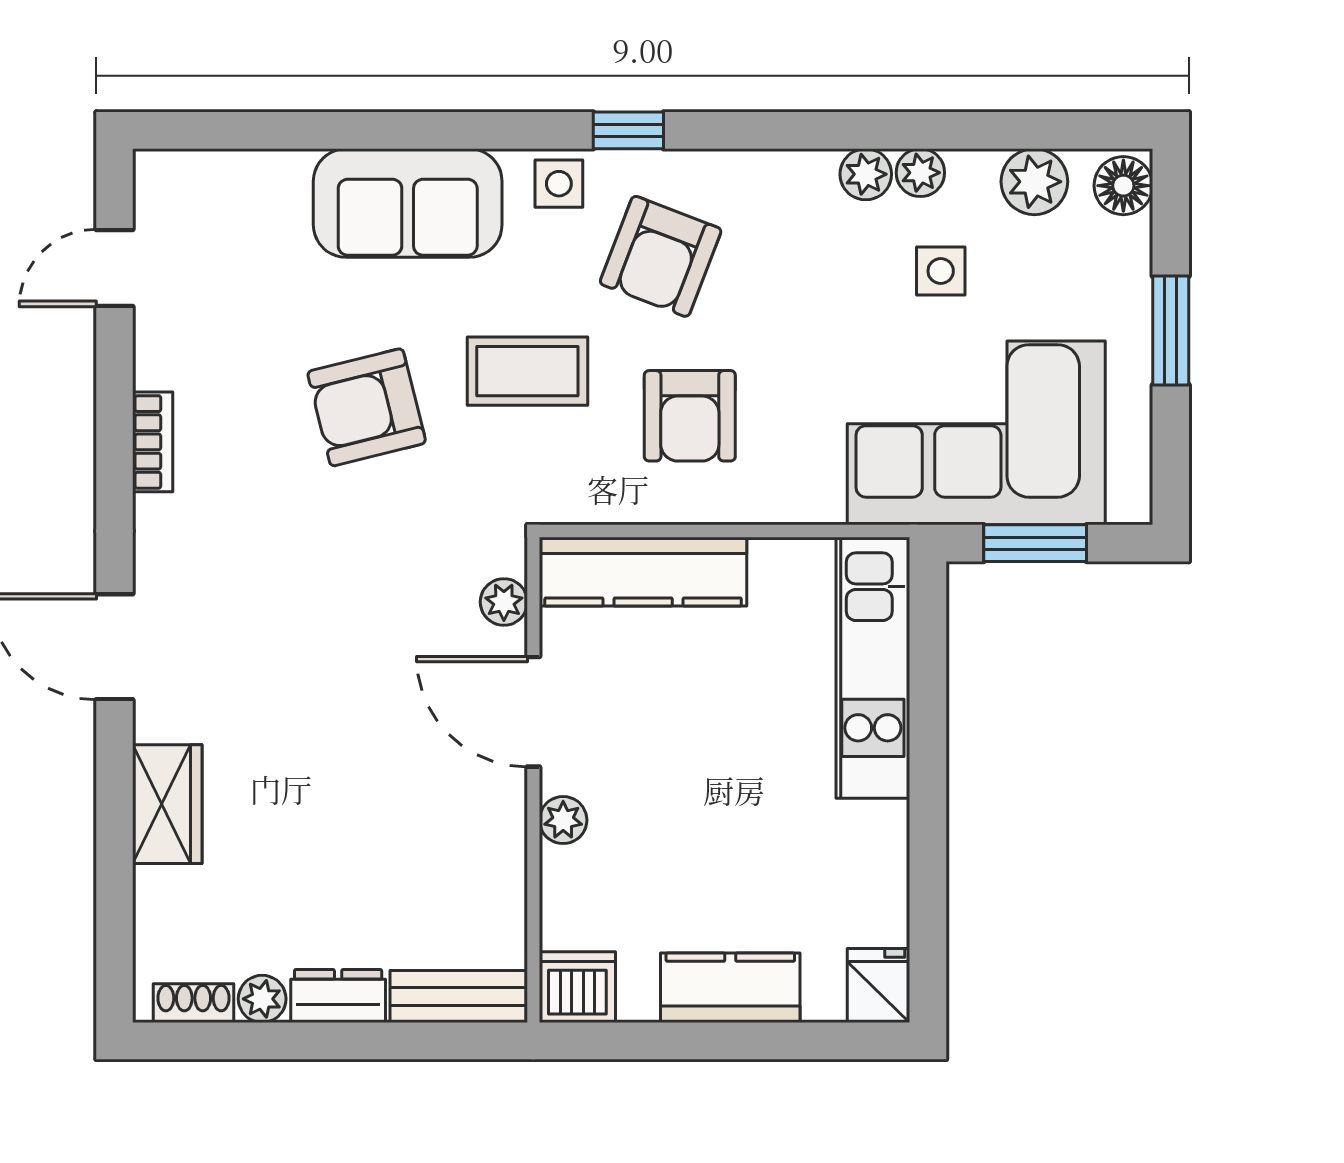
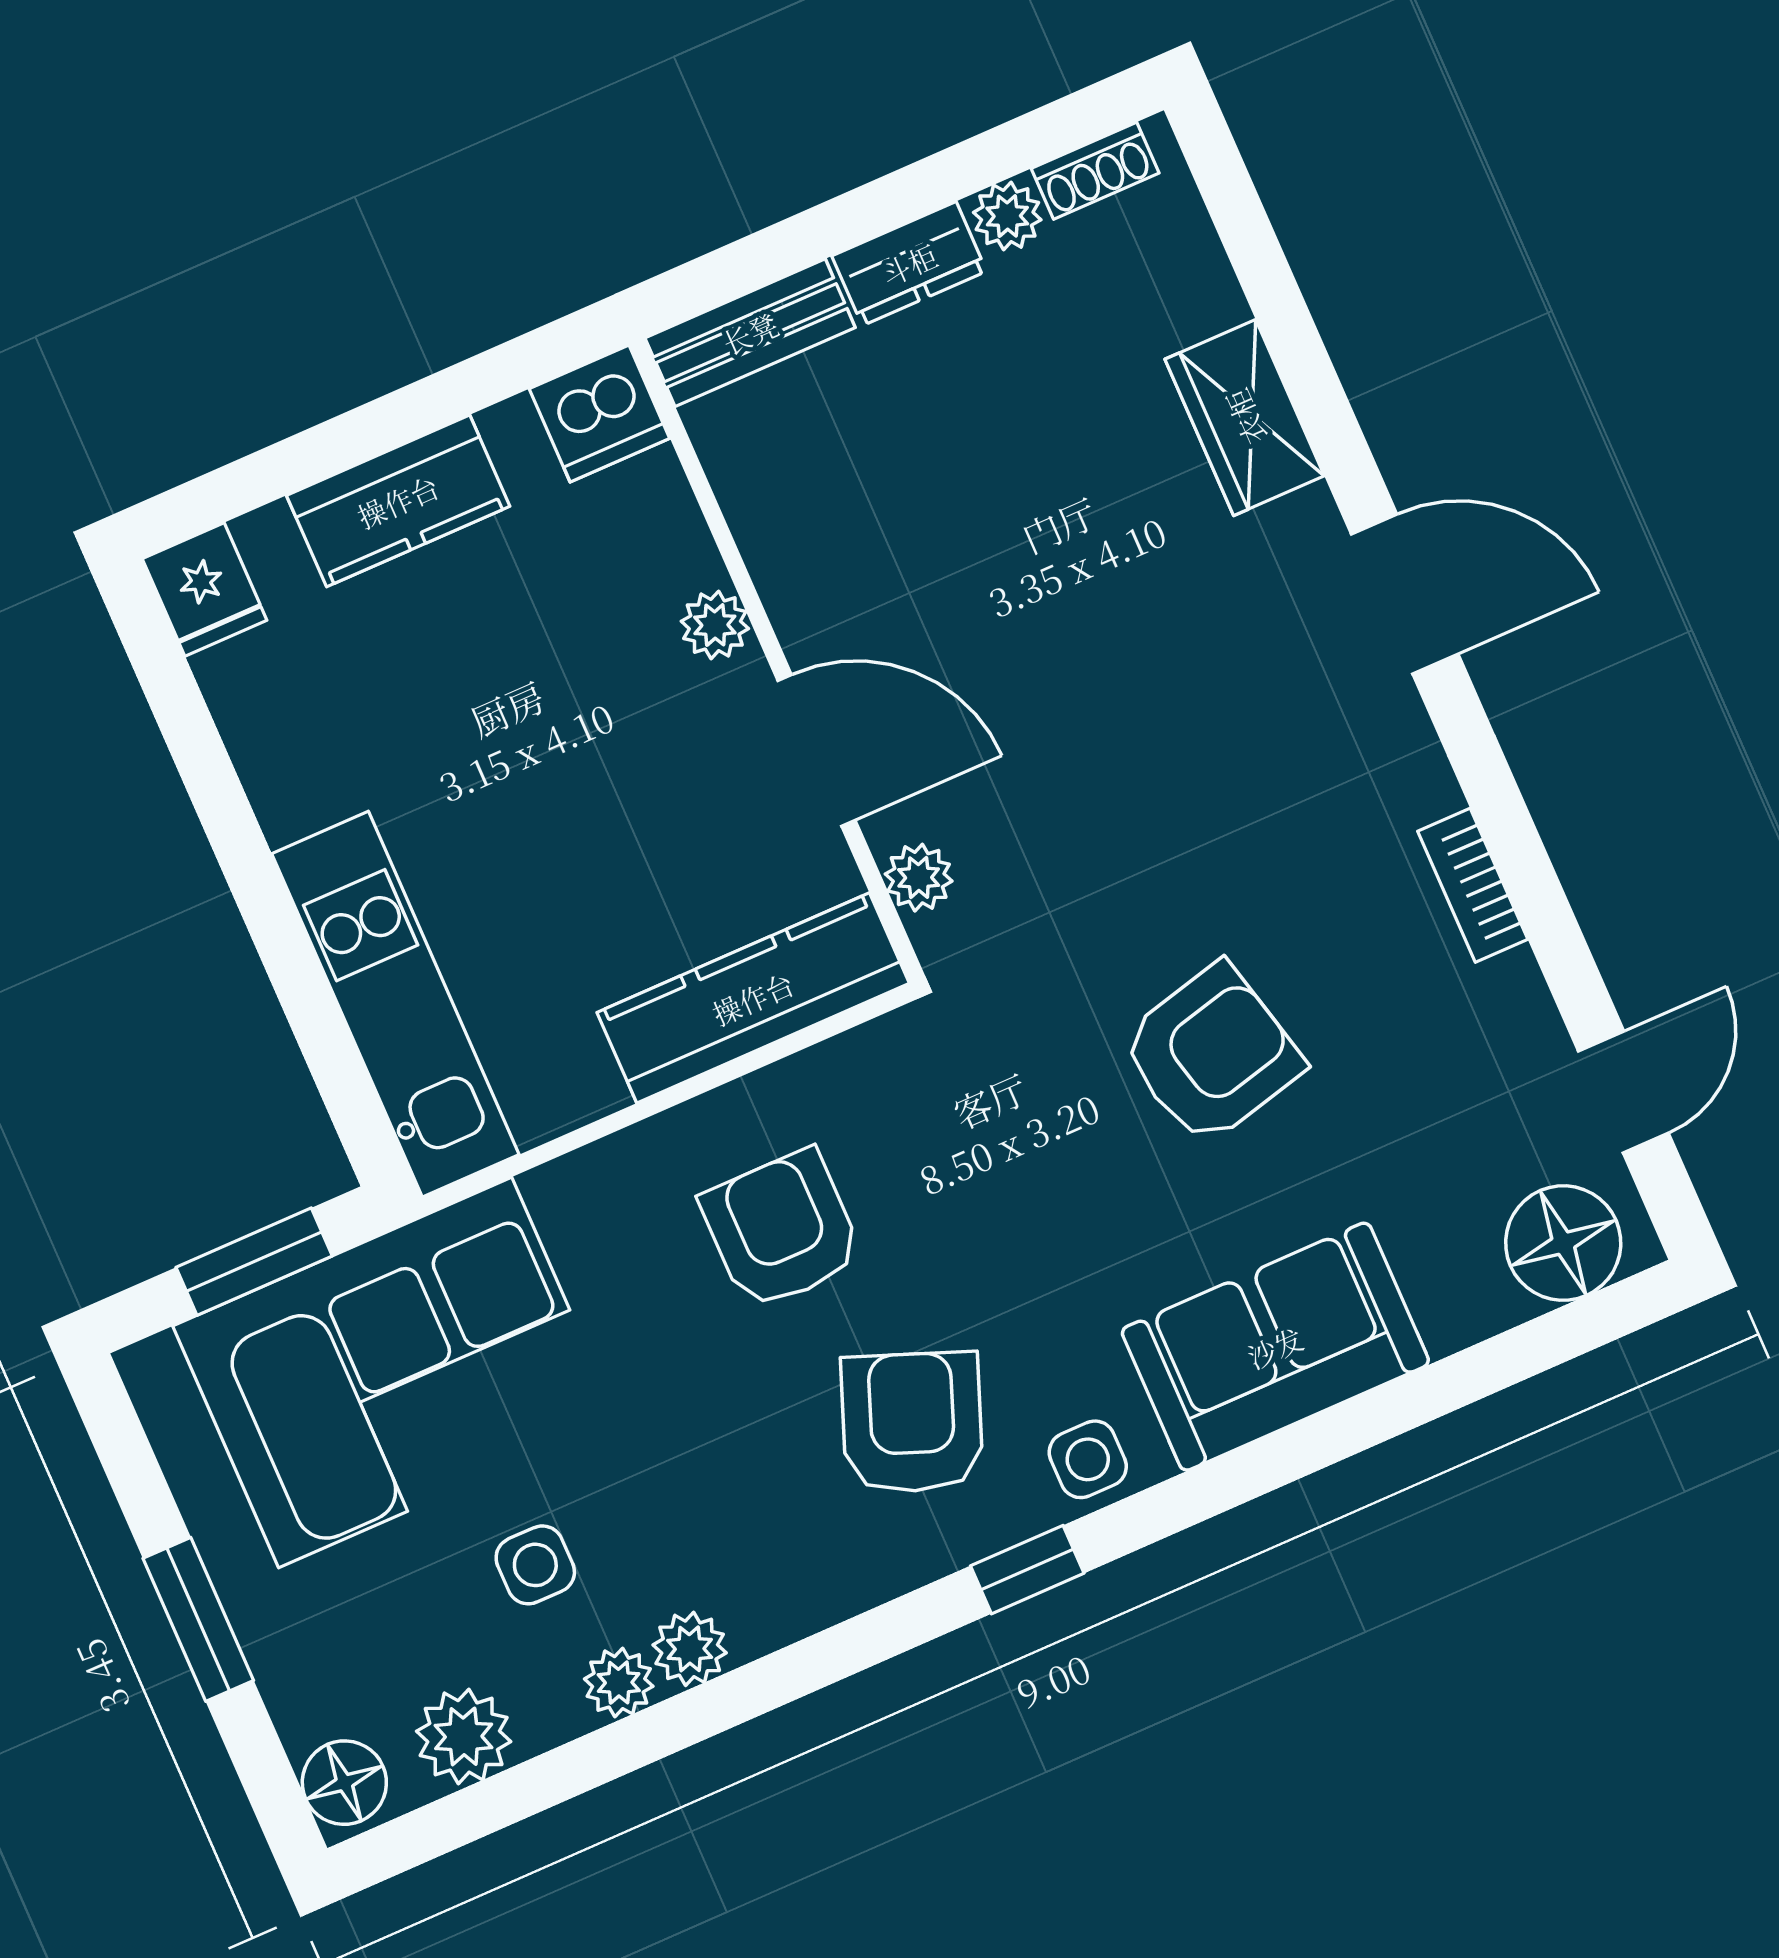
floor lamp: (195, 189) -> (1563, 1243), added
coffee table: (527, 371) -> (1021, 1195), removed

